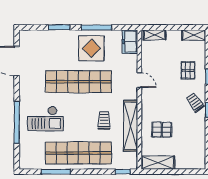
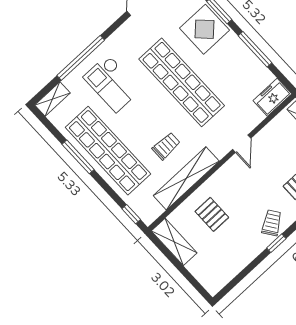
display table: (91, 48) -> (204, 29), moved
shelving: (25, 157) -> (52, 99), added
window: (56, 172) -> (78, 157), moved

